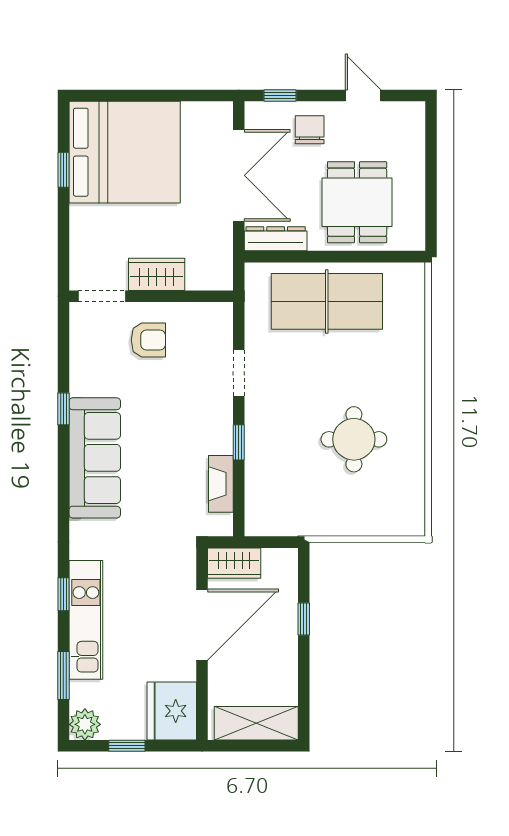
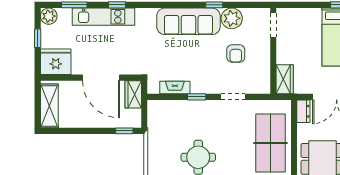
dresser: (276, 239) -> (303, 111), width x0.70
wardrobe: (157, 274) -> (285, 79), moved
armchair: (148, 340) -> (236, 54), moved
plant: (89, 375) -> (232, 18), added
window: (304, 619) -> (124, 131), moved

